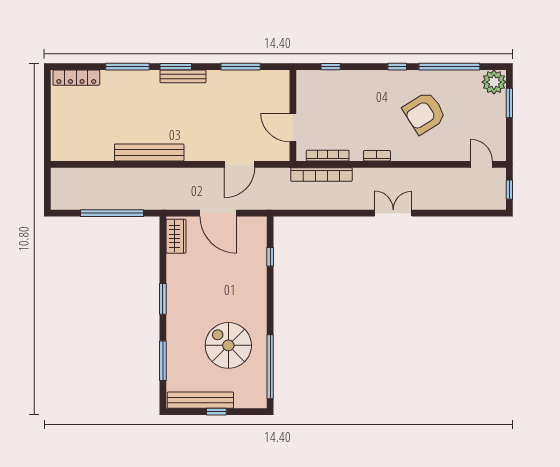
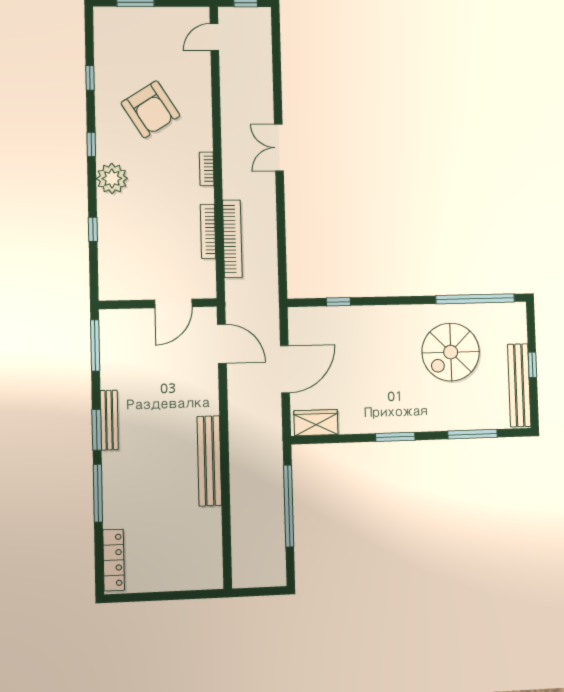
window: (449, 67) -> (90, 78), width x0.32
plant: (494, 82) -> (112, 178), moved
wall: (293, 115) -> (158, 304), moved
door: (293, 127) -> (173, 303), moved

